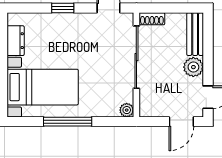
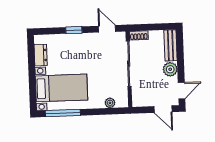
plant: (127, 110) -> (110, 103), moved
window: (68, 122) -> (63, 113), moved
door: (181, 122) -> (163, 109), hinge flipped

